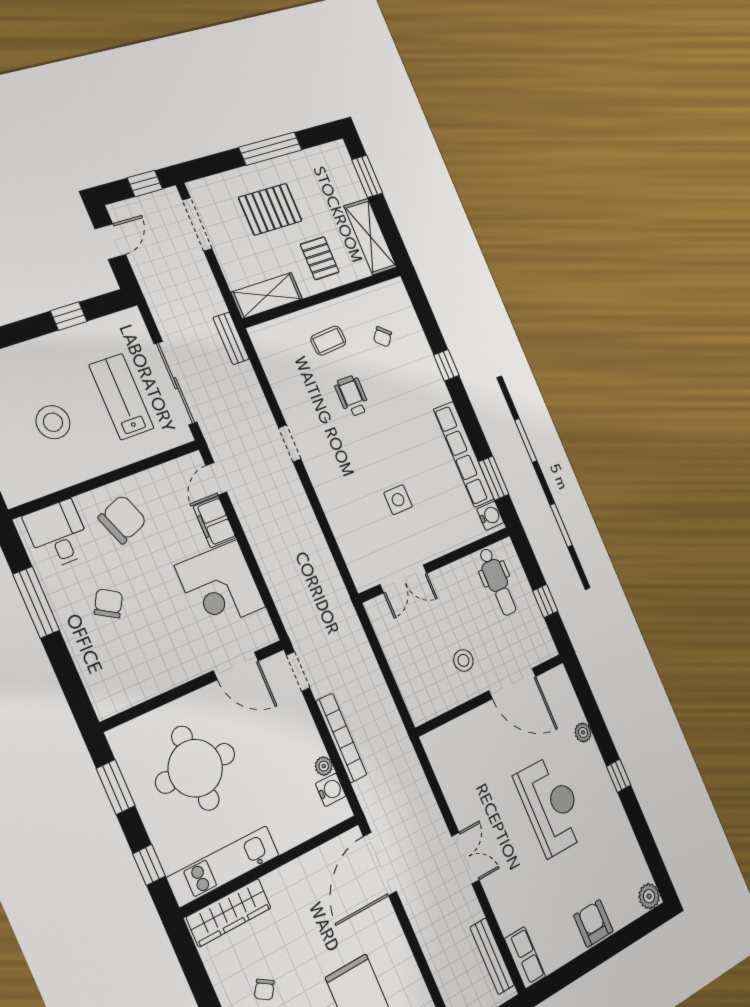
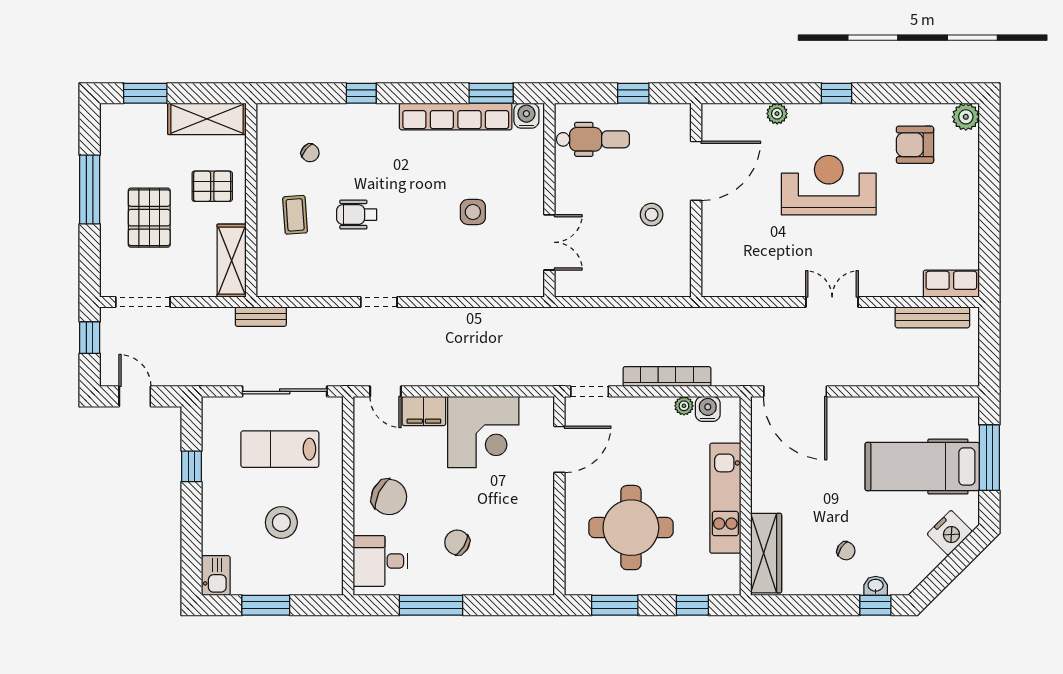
chair: (122, 519) -> (389, 497), turned 137
kitchen unit: (223, 866) -> (725, 498), moved
armchair: (593, 923) -> (915, 145), moved

